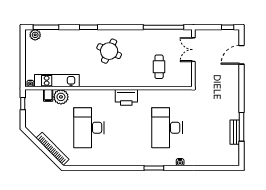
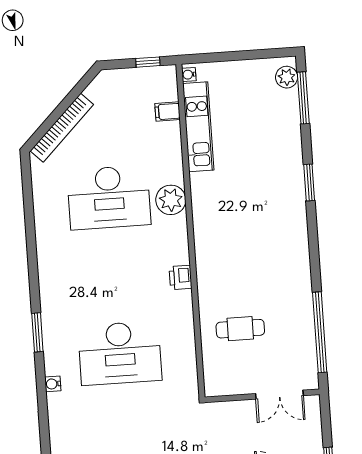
double door: (193, 50) -> (279, 395), swing flipped
round table: (109, 51) -> (265, 227), removed
plant: (61, 97) -> (171, 200), moved
printer: (126, 97) -> (180, 278), width x0.53, depth x0.68
desk: (89, 128) -> (109, 197), turned 180
desk: (167, 128) -> (120, 353), turned 180

